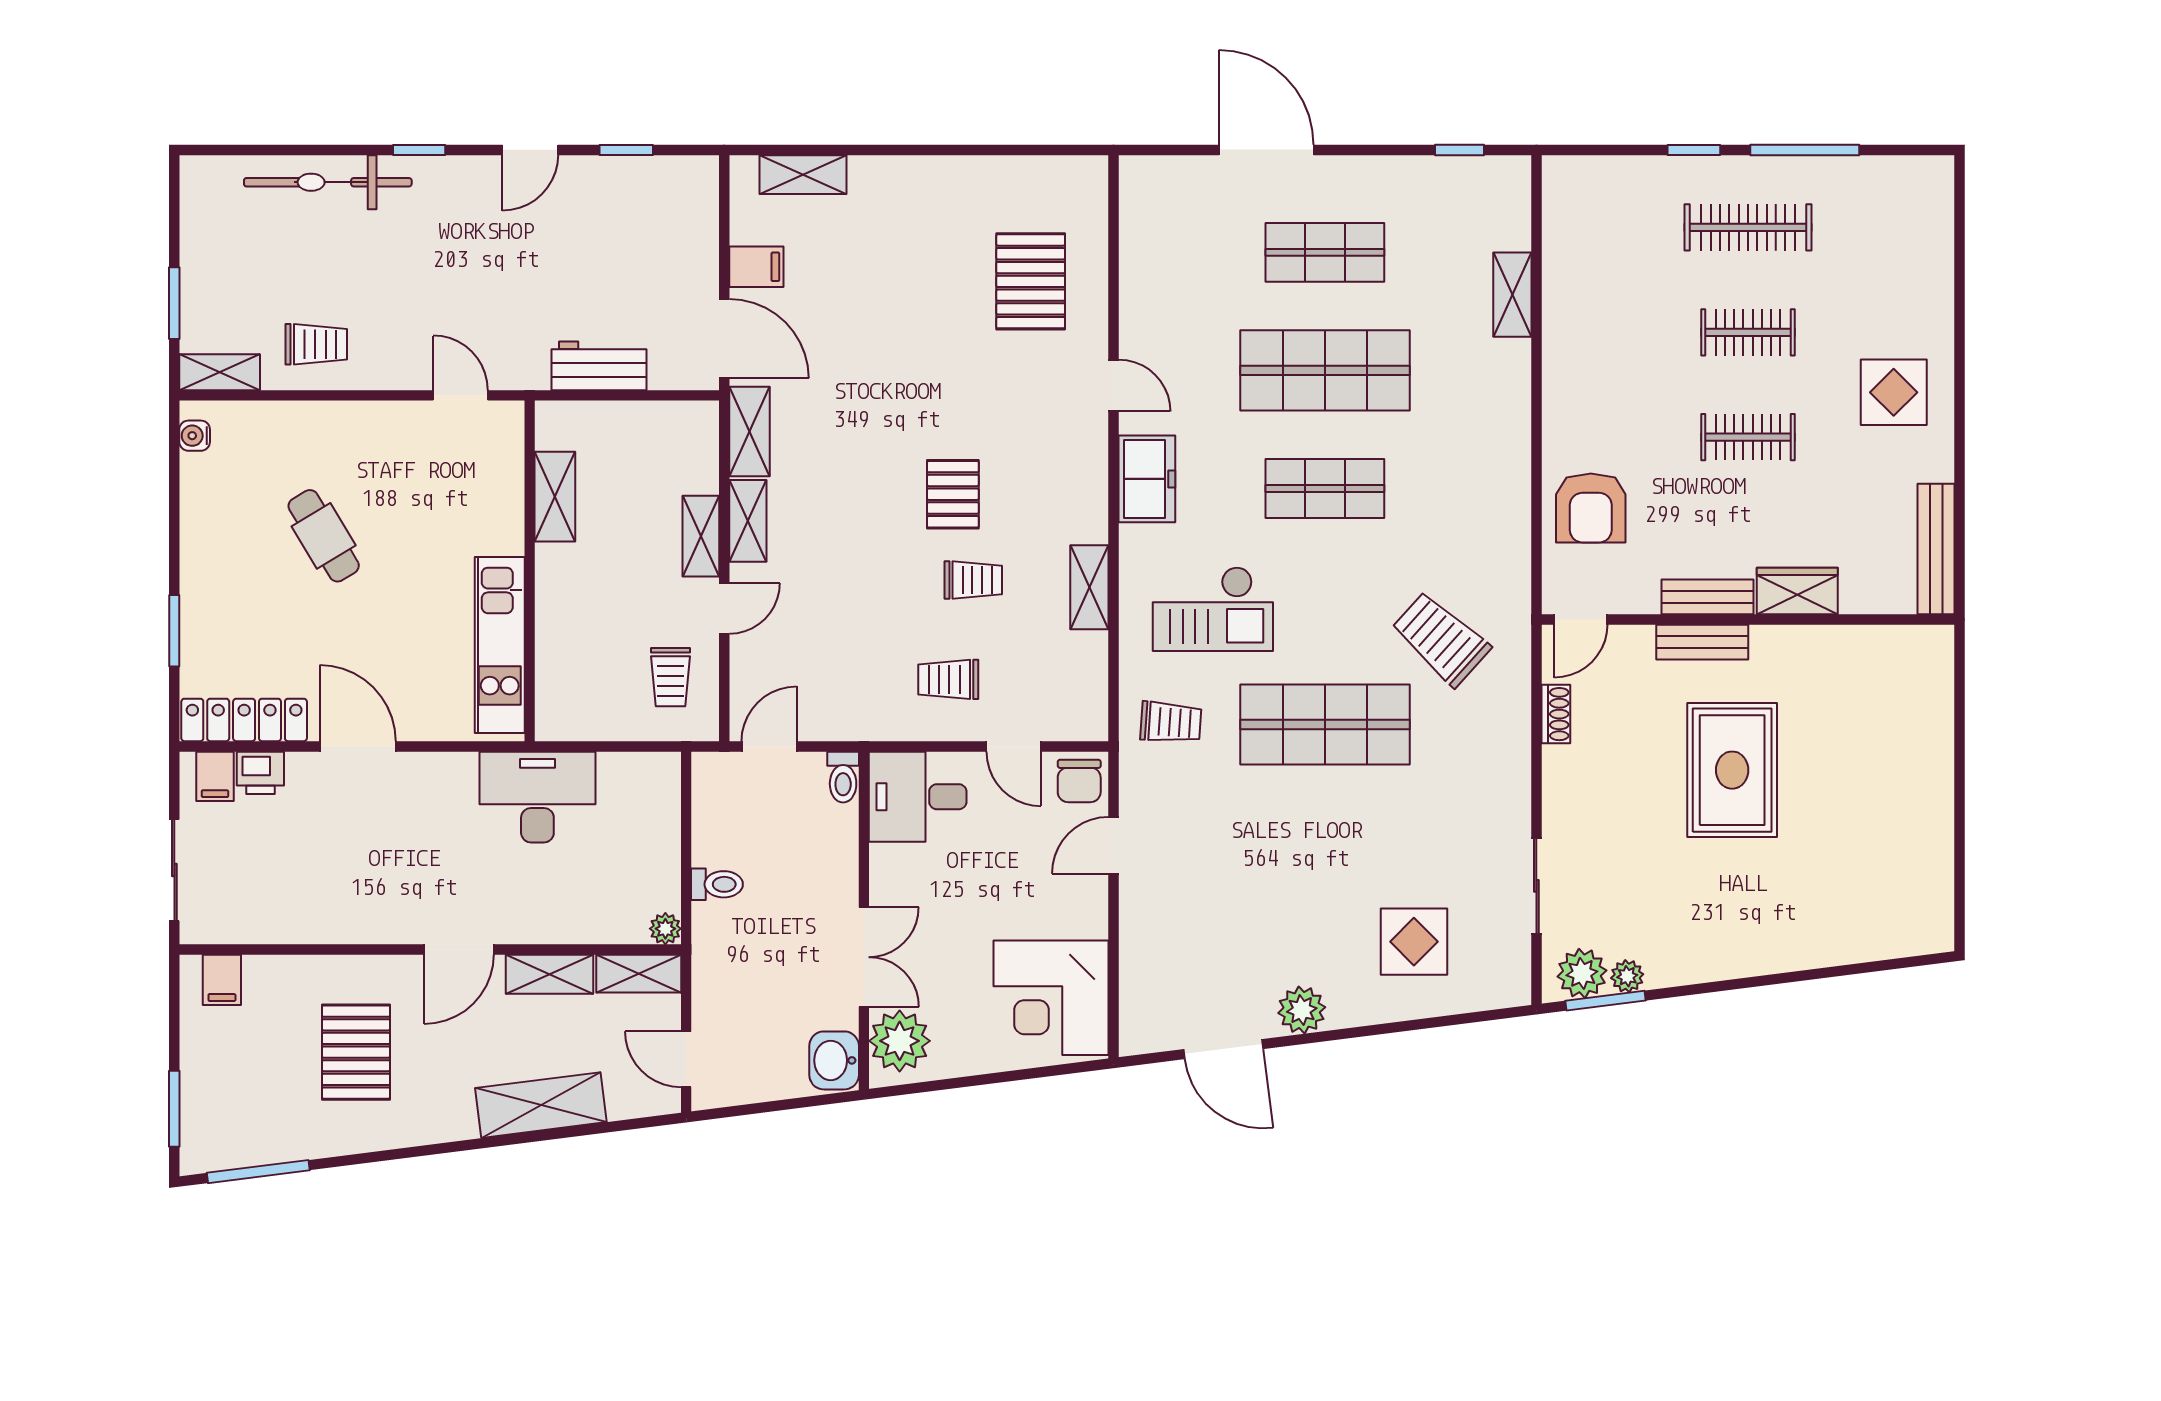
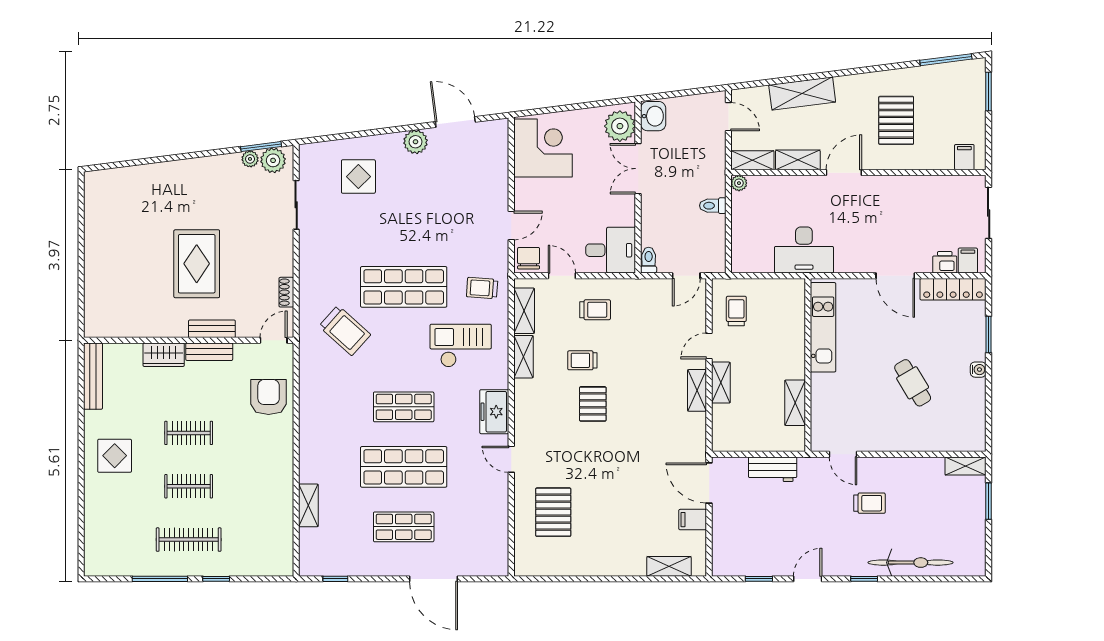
trolley: (316, 344) -> (869, 503), moved, turned 180
shelving: (750, 431) -> (524, 311), moved
water cooler: (195, 436) -> (978, 370), moved

